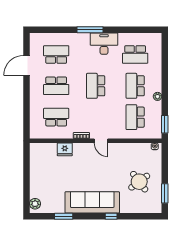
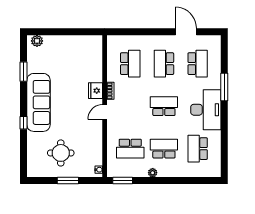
window: (90, 30) -> (224, 87), moved
desk: (104, 44) -> (206, 110), width x1.36, depth x1.30
school desk: (135, 117) -> (130, 149), turned 180
fridge: (65, 149) -> (96, 91), moved
round table: (139, 182) -> (61, 153), turned 37
window: (165, 193) -> (68, 181), moved

